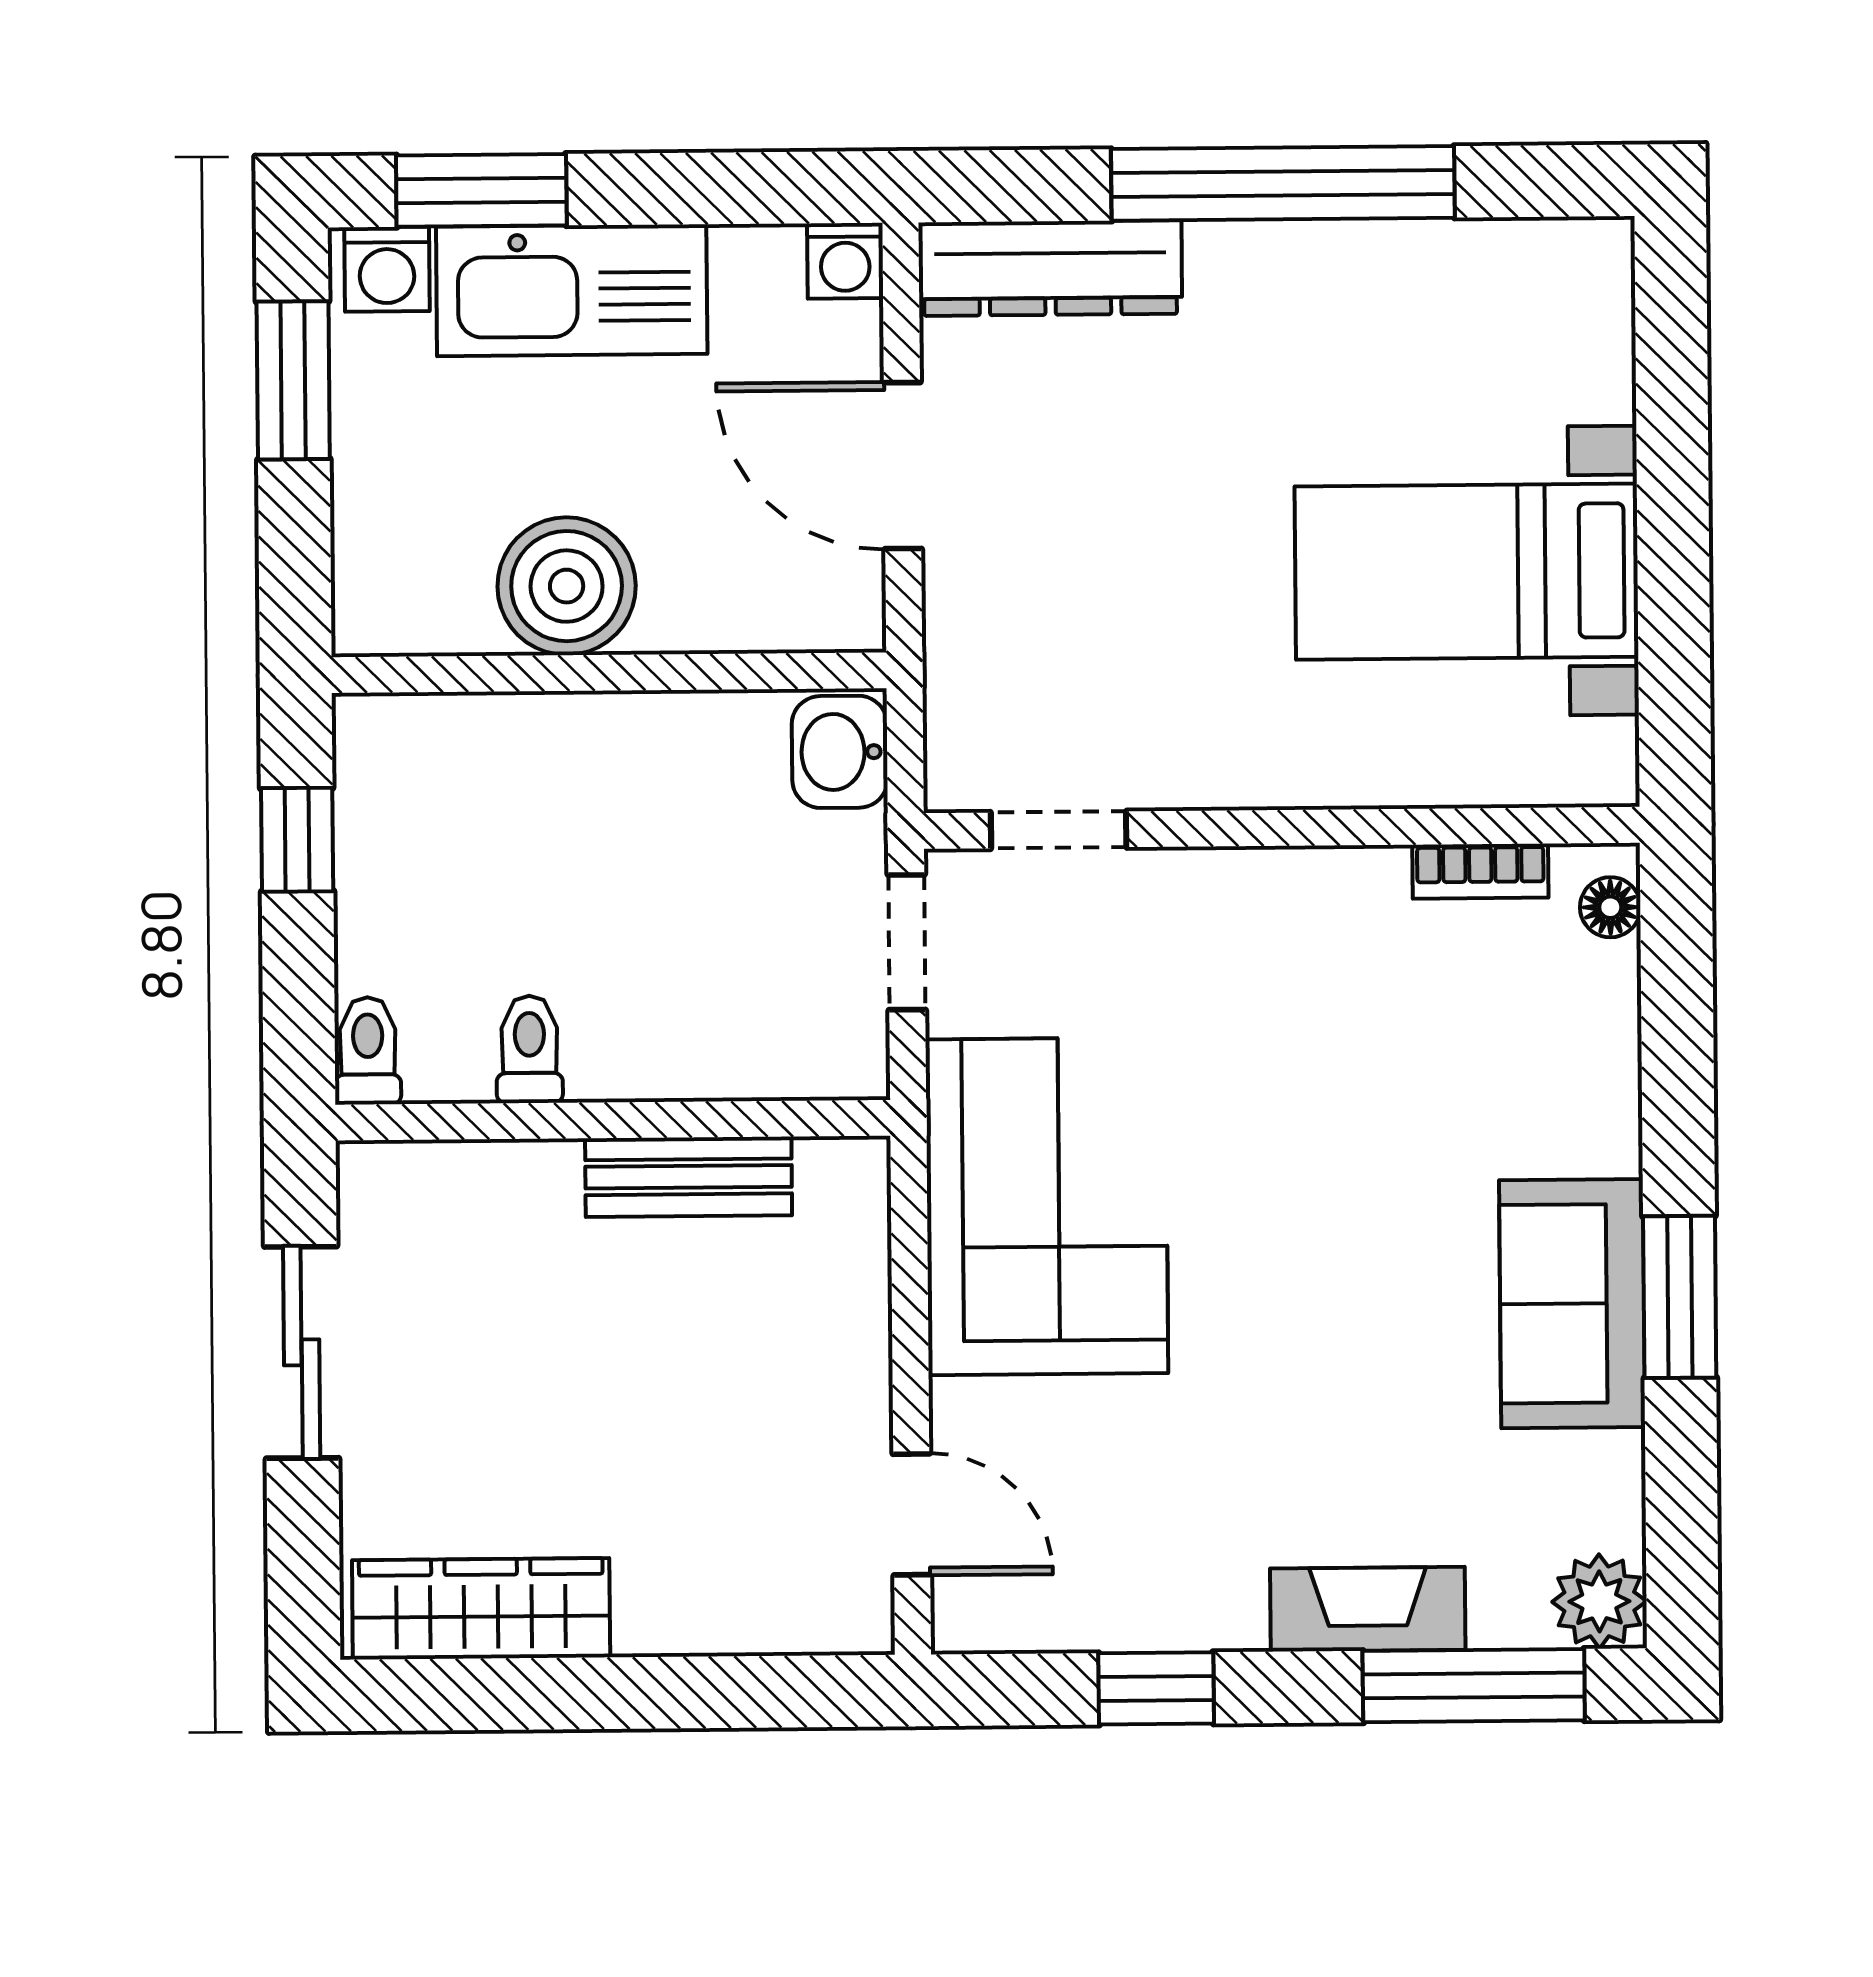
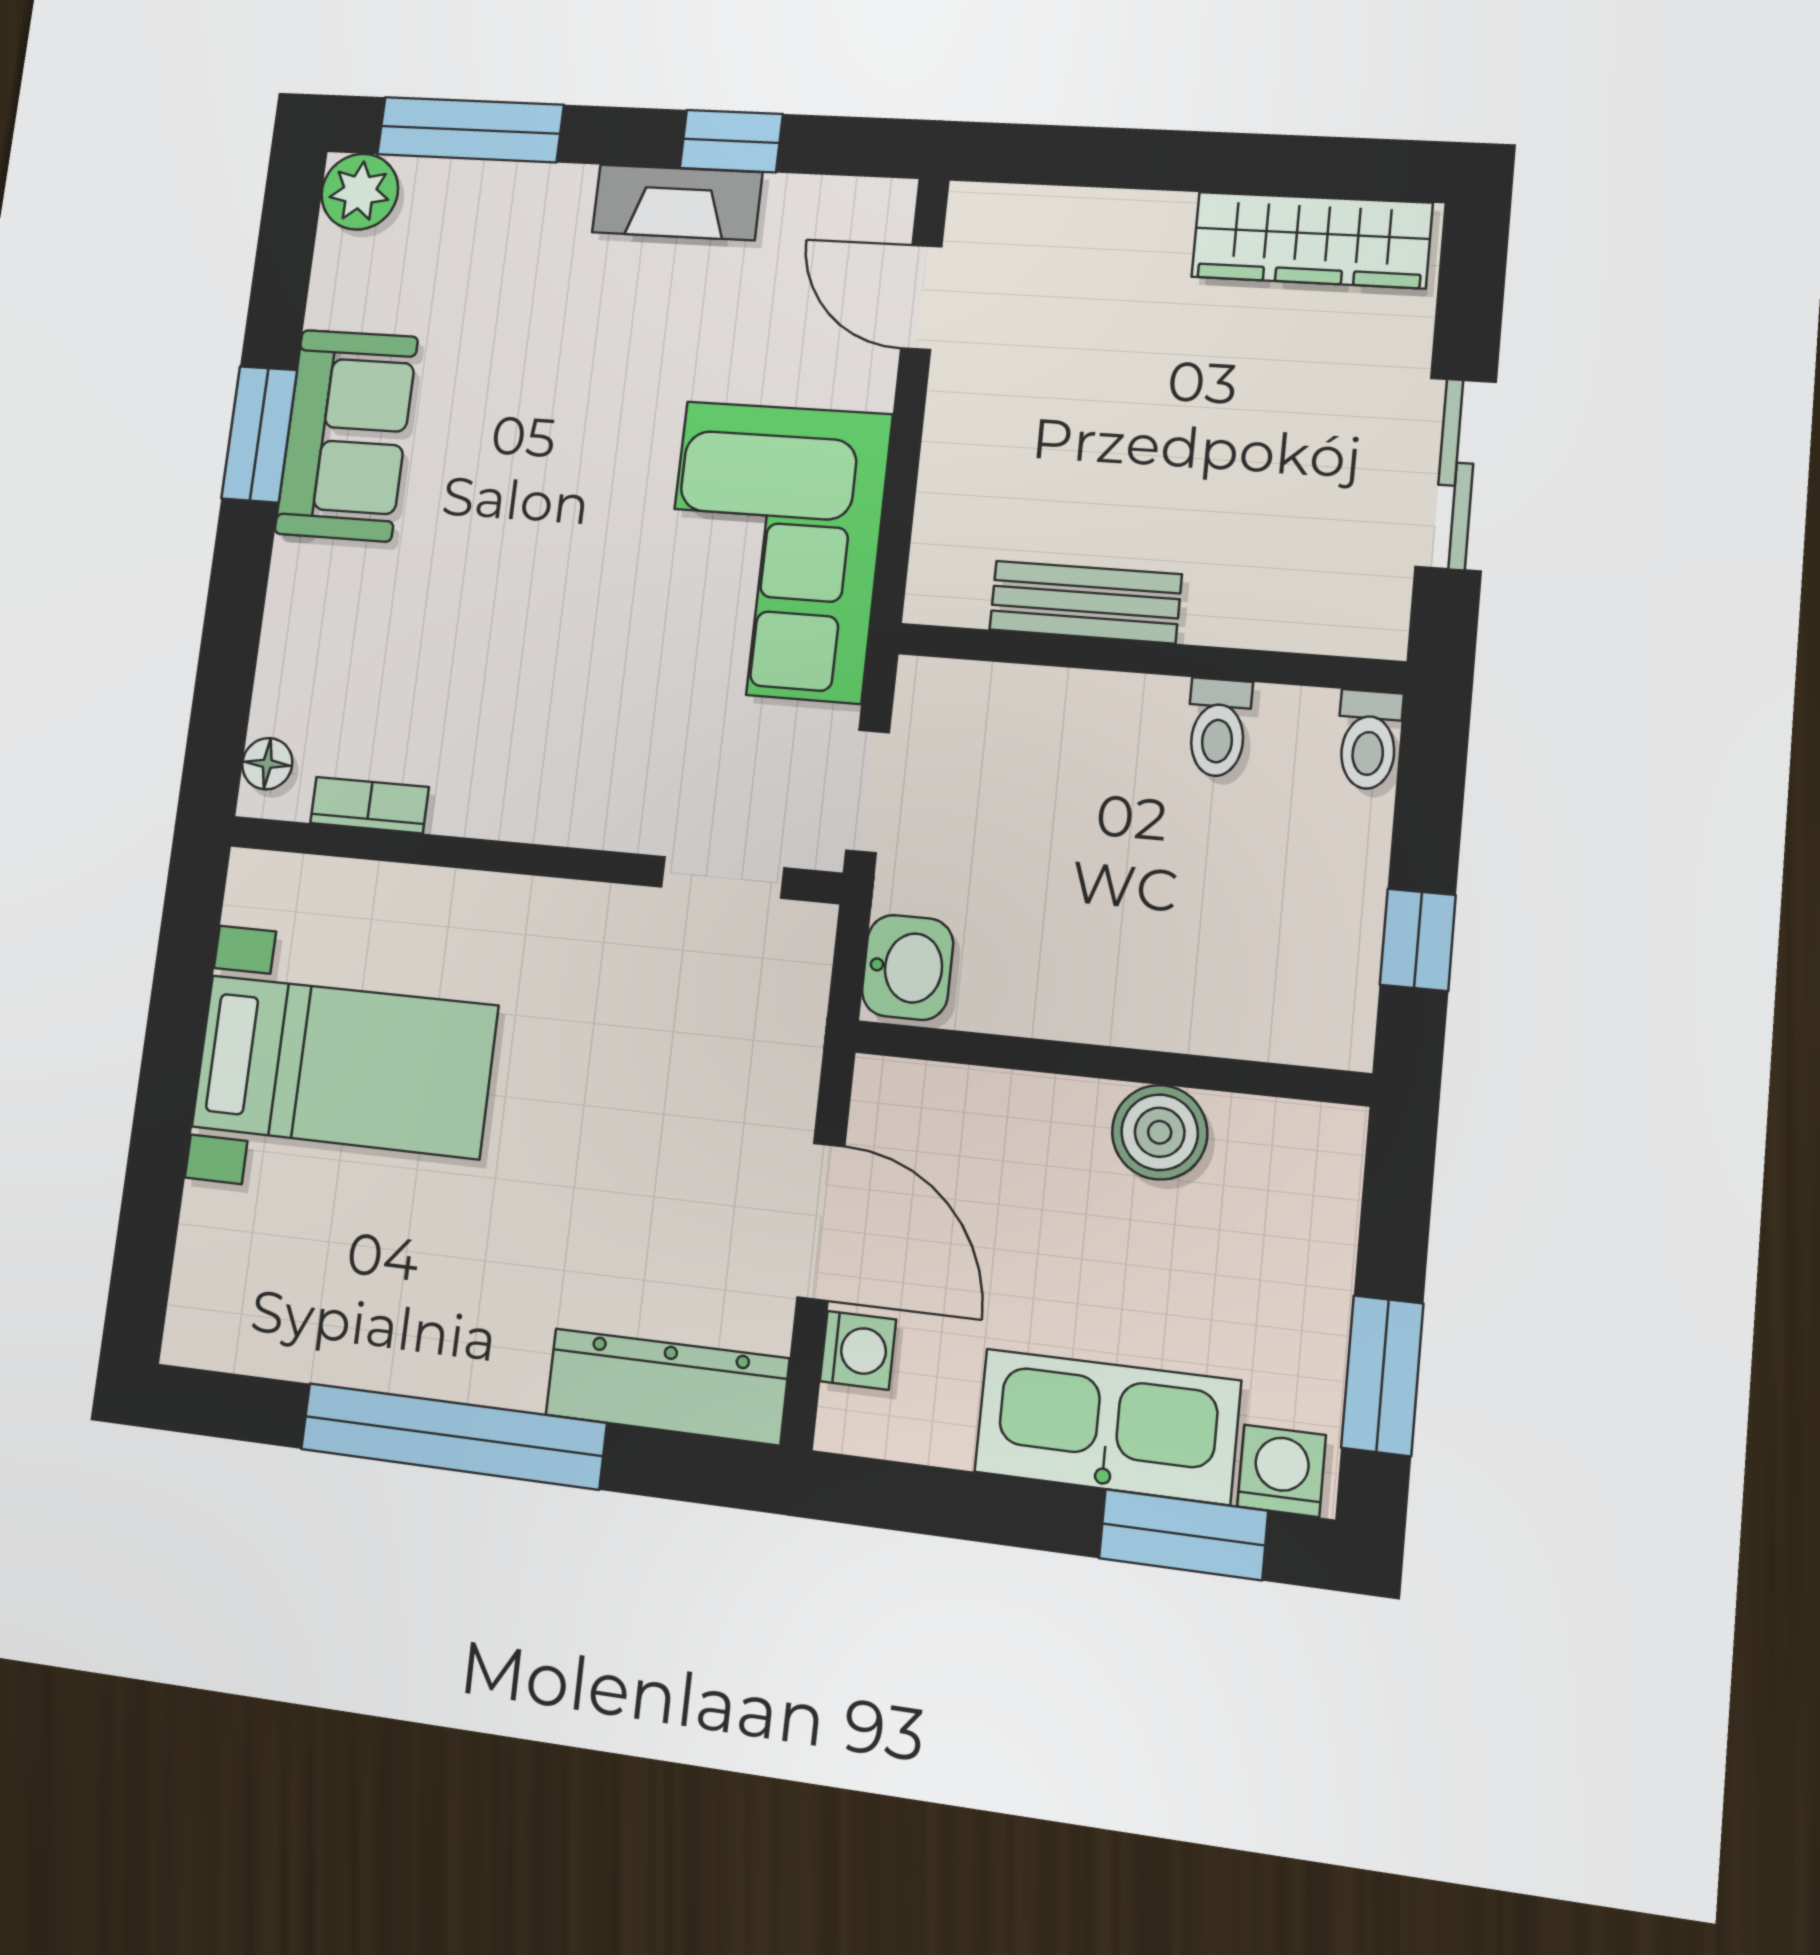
washing machine: (845, 261) -> (858, 1350), moved, turned 90
boiler: (567, 586) -> (1160, 1132), width x0.73, depth x0.73
fireplace: (1368, 1609) -> (677, 202), moved

